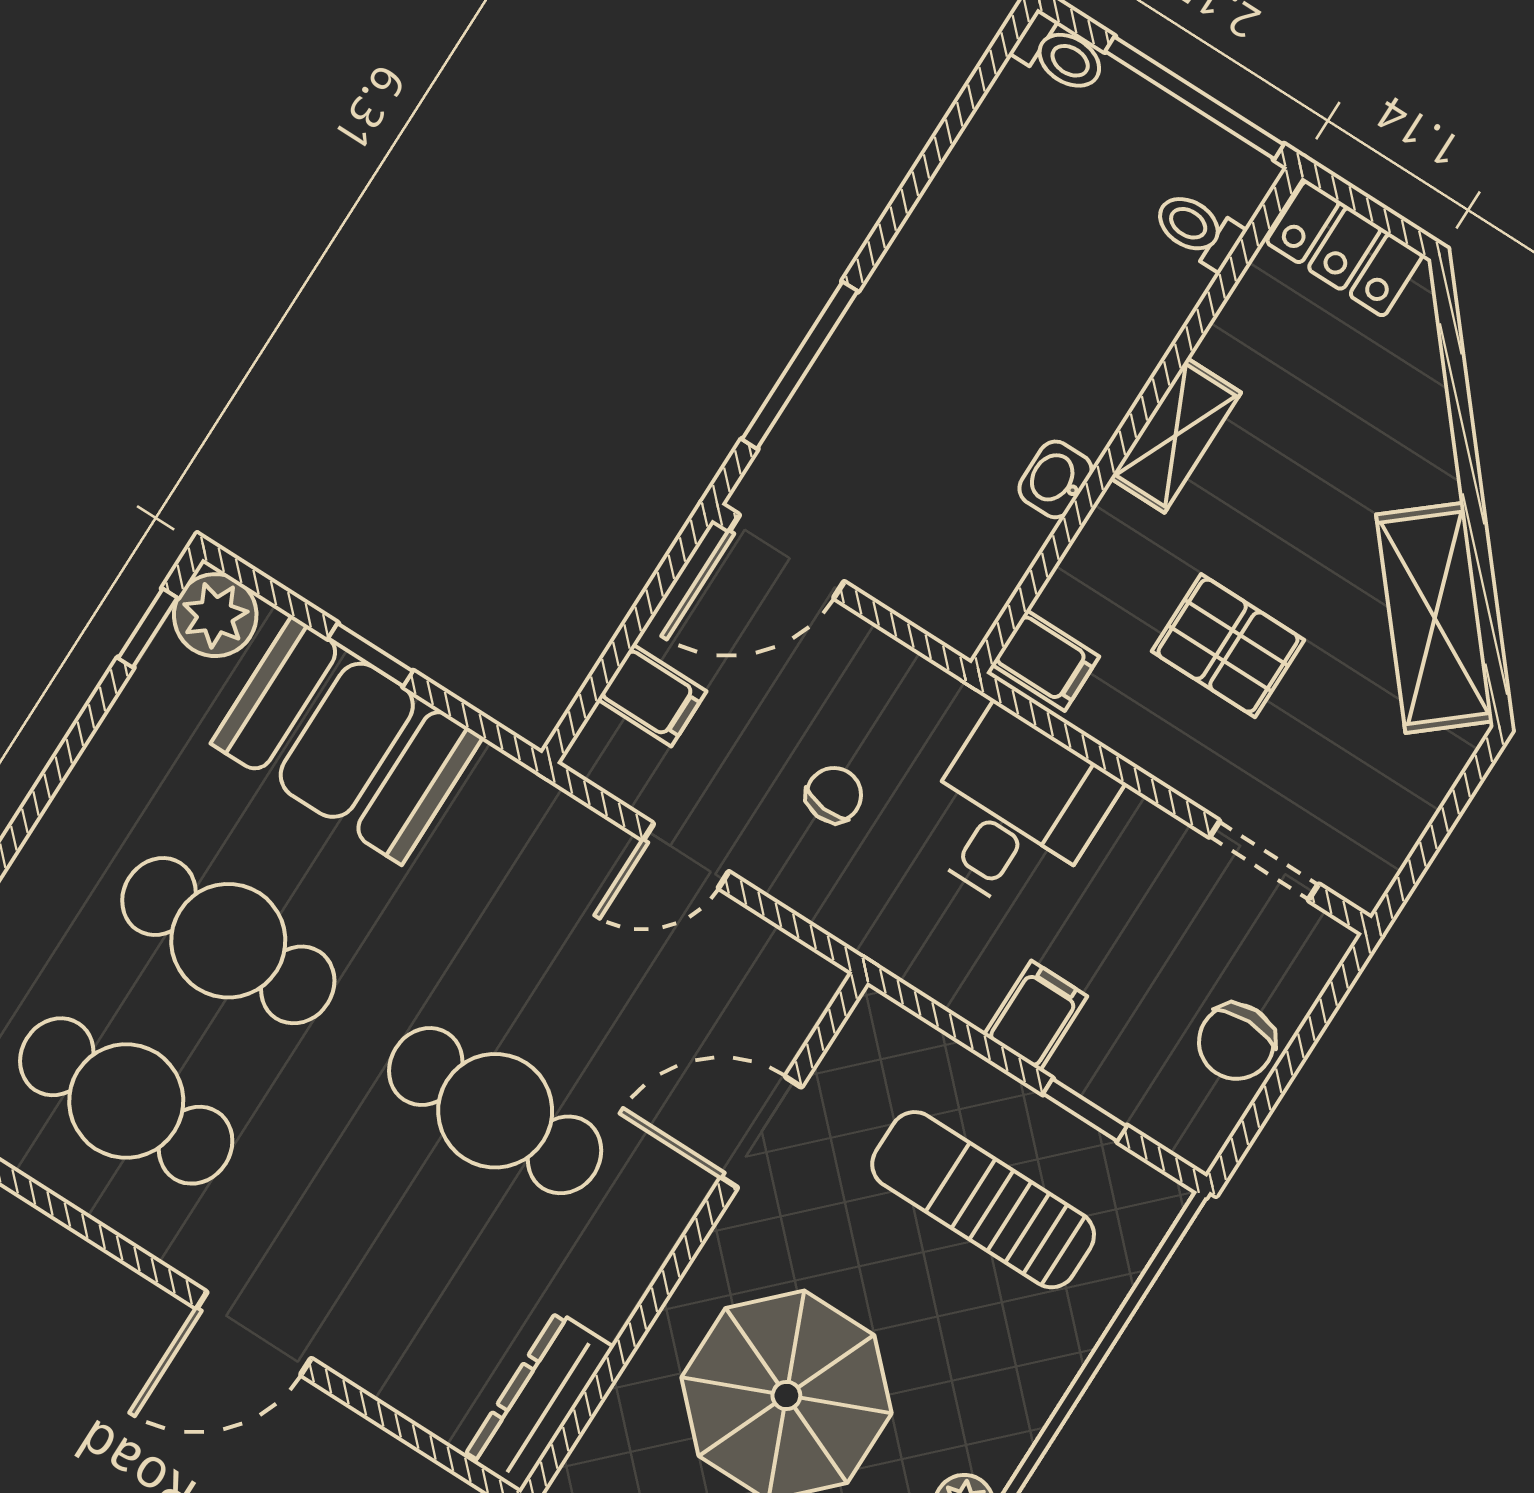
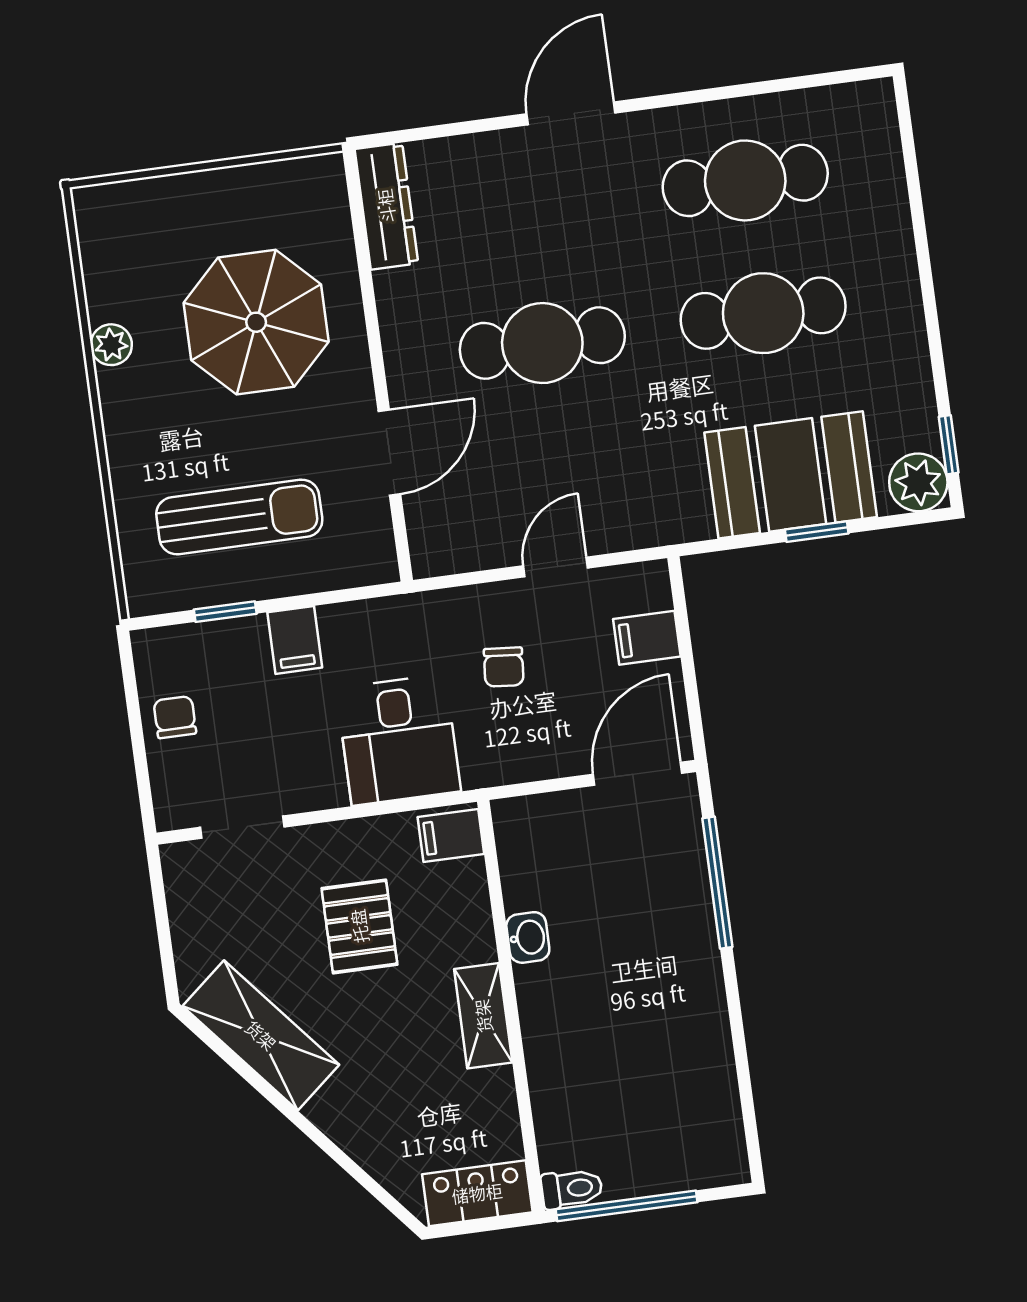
toilet: (1060, 54) -> (719, 1168), removed
toilet: (1198, 230) -> (572, 1189), moved
pallet: (1228, 646) -> (359, 926), turned 90
chair: (1236, 1042) -> (175, 717), width x0.73, depth x0.73

